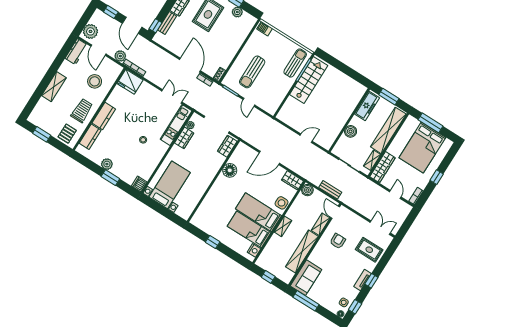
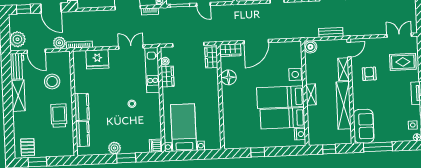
fridge: (130, 82) -> (97, 59), moved
shelving: (54, 87) -> (18, 96), moved
pallet: (67, 134) -> (28, 147), moved
wardrobe: (292, 180) -> (230, 50), moved
door: (335, 212) -> (349, 50), swing flipped

